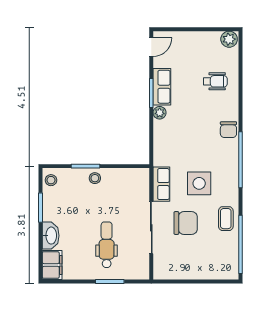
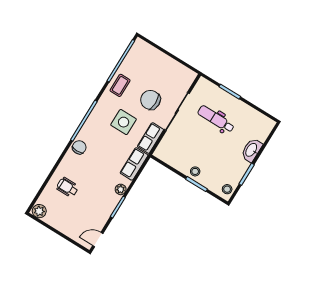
row of seats: (162, 87) -> (134, 164), moved
dental chair: (107, 245) -> (216, 119), turned 90
filing cabinet: (52, 265) -> (263, 129), removed

